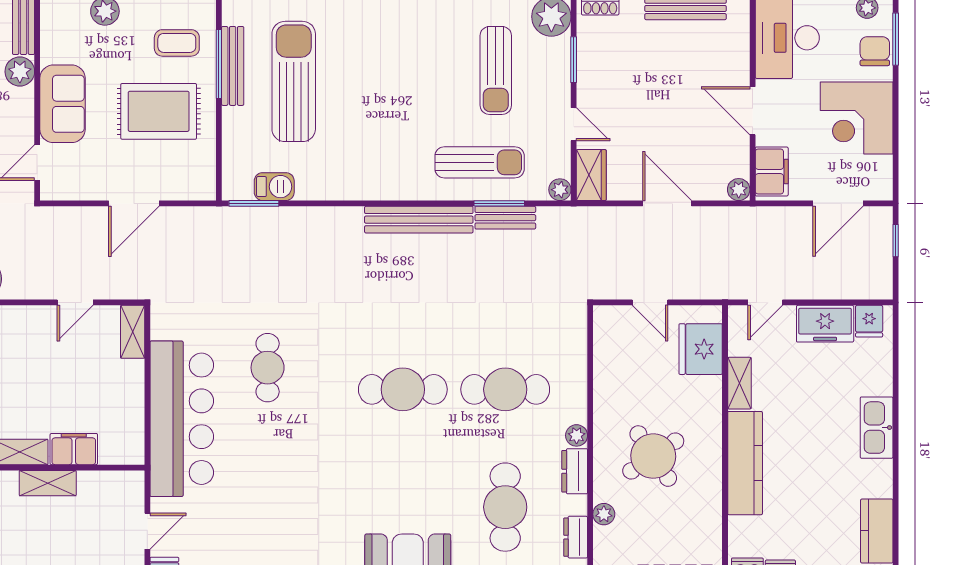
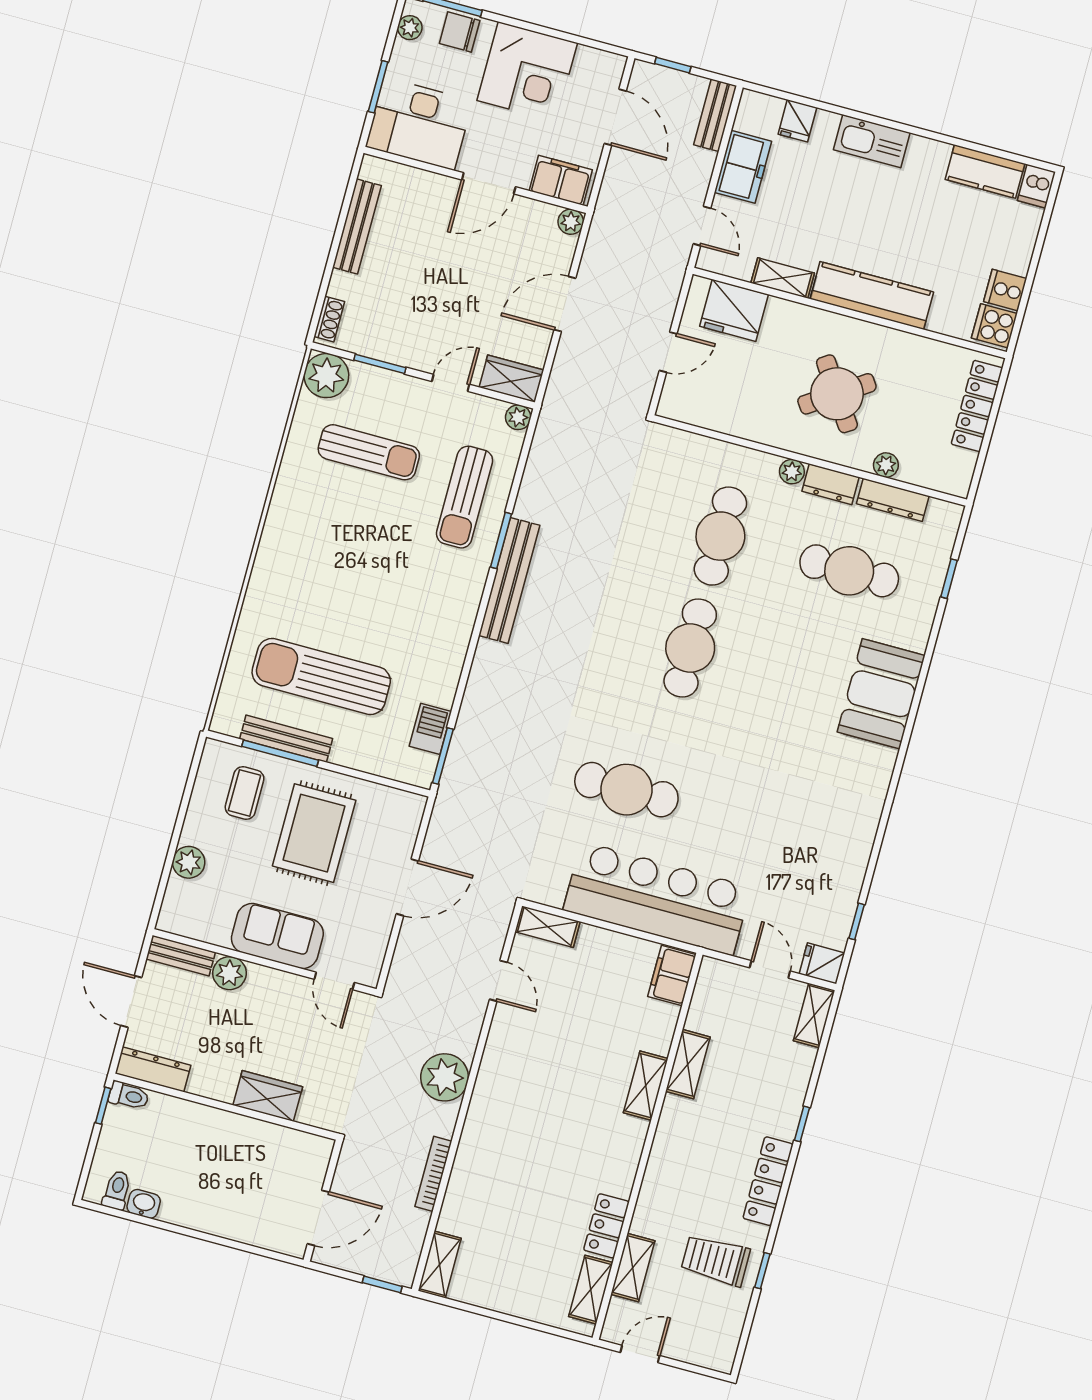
sun lounger: (480, 162) -> (465, 497), turned 180
door: (134, 203) -> (407, 887), hinge flipped
window: (499, 203) -> (501, 540), moved
bench: (505, 218) -> (715, 115), moved
fridge: (869, 321) -> (797, 121), moved, turned 90
cafe table: (268, 368) -> (626, 790), width x1.37, depth x1.35
filing cabinet: (74, 449) -> (672, 976), moved
dresser: (576, 537) -> (893, 500), width x1.44

